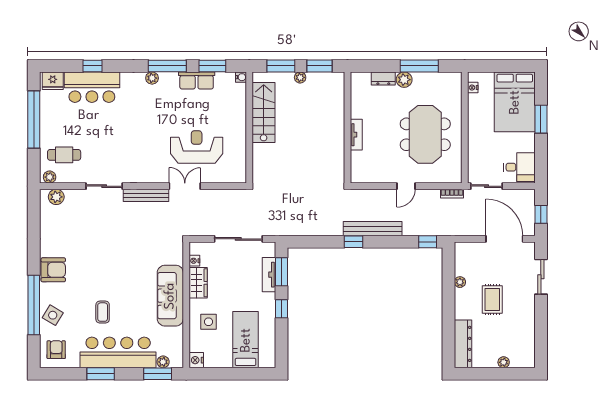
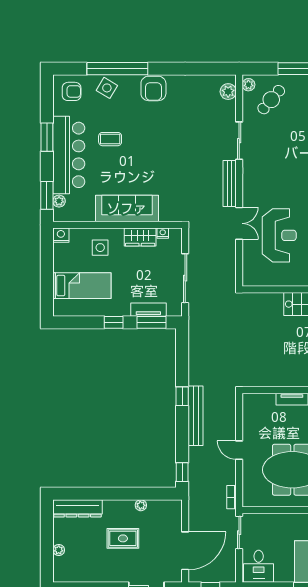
cafe table: (64, 155) -> (271, 100), turned 41

